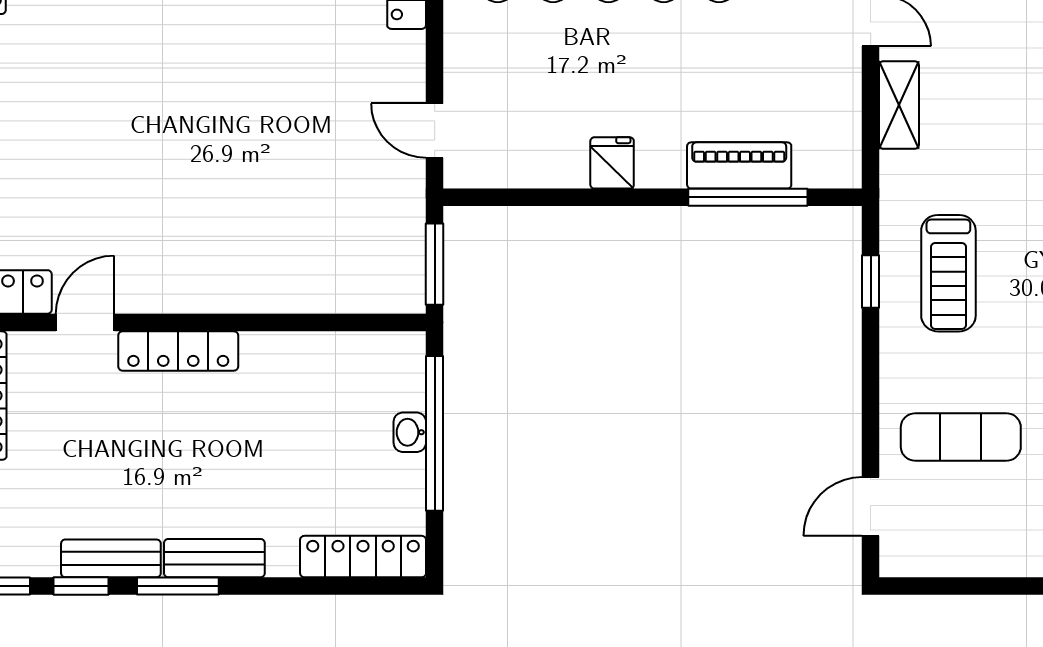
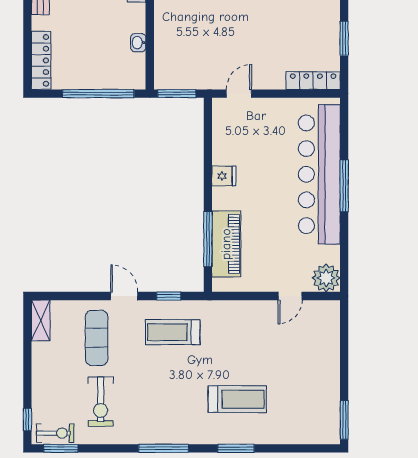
shelving: (899, 105) -> (41, 320), moved, turned 90
piano: (739, 165) -> (226, 244), width x1.37, depth x1.33
washbasin: (410, 432) -> (138, 43), moved, turned -90
door: (871, 506) -> (124, 296), moved

